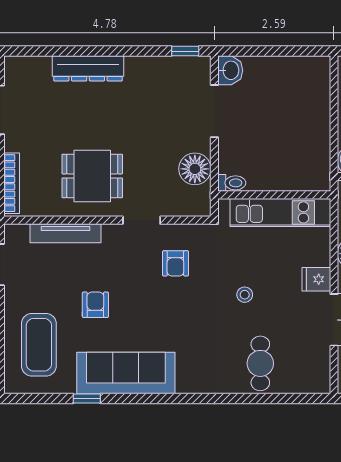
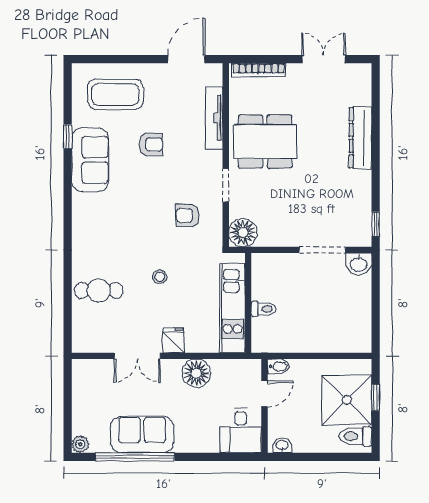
floor lamp: (195, 169) -> (243, 233), moved
dining table: (92, 176) -> (265, 141), width x1.38
toilet: (232, 183) -> (264, 309), moved, turned -90
sofa: (126, 373) -> (90, 160), width x0.73

